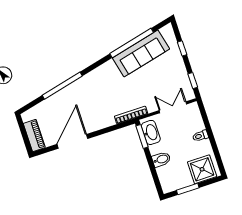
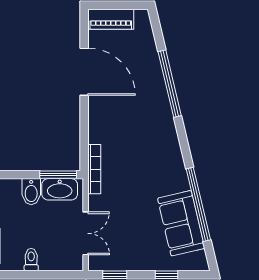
sofa: (141, 53) -> (181, 223), width x0.73
bidet: (161, 159) -> (31, 192), moved

